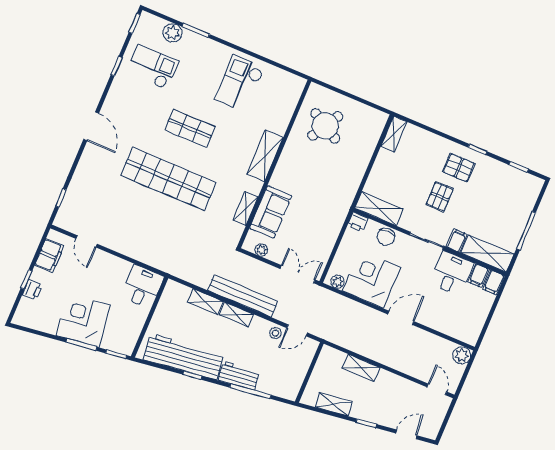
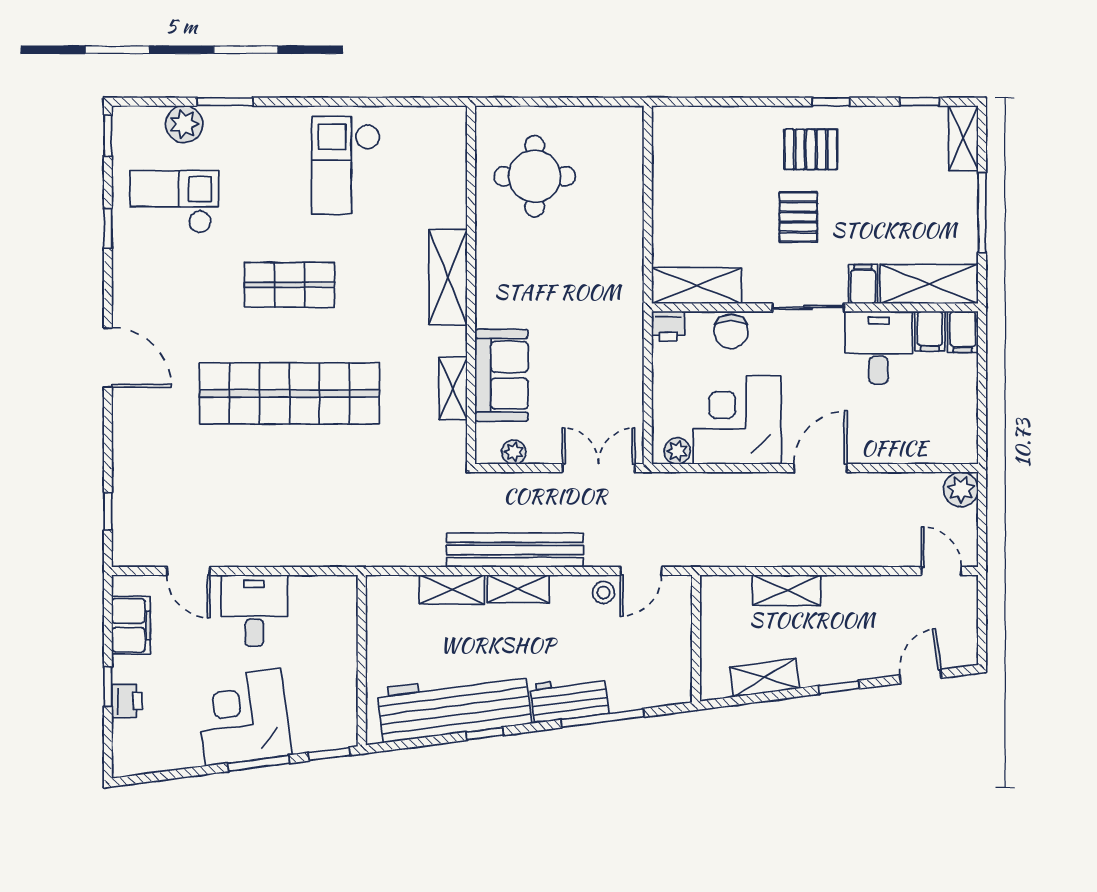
round table: (325, 126) -> (535, 176), turned -30
shelving: (394, 134) -> (963, 138), moved
desk: (142, 287) -> (254, 611), moved

